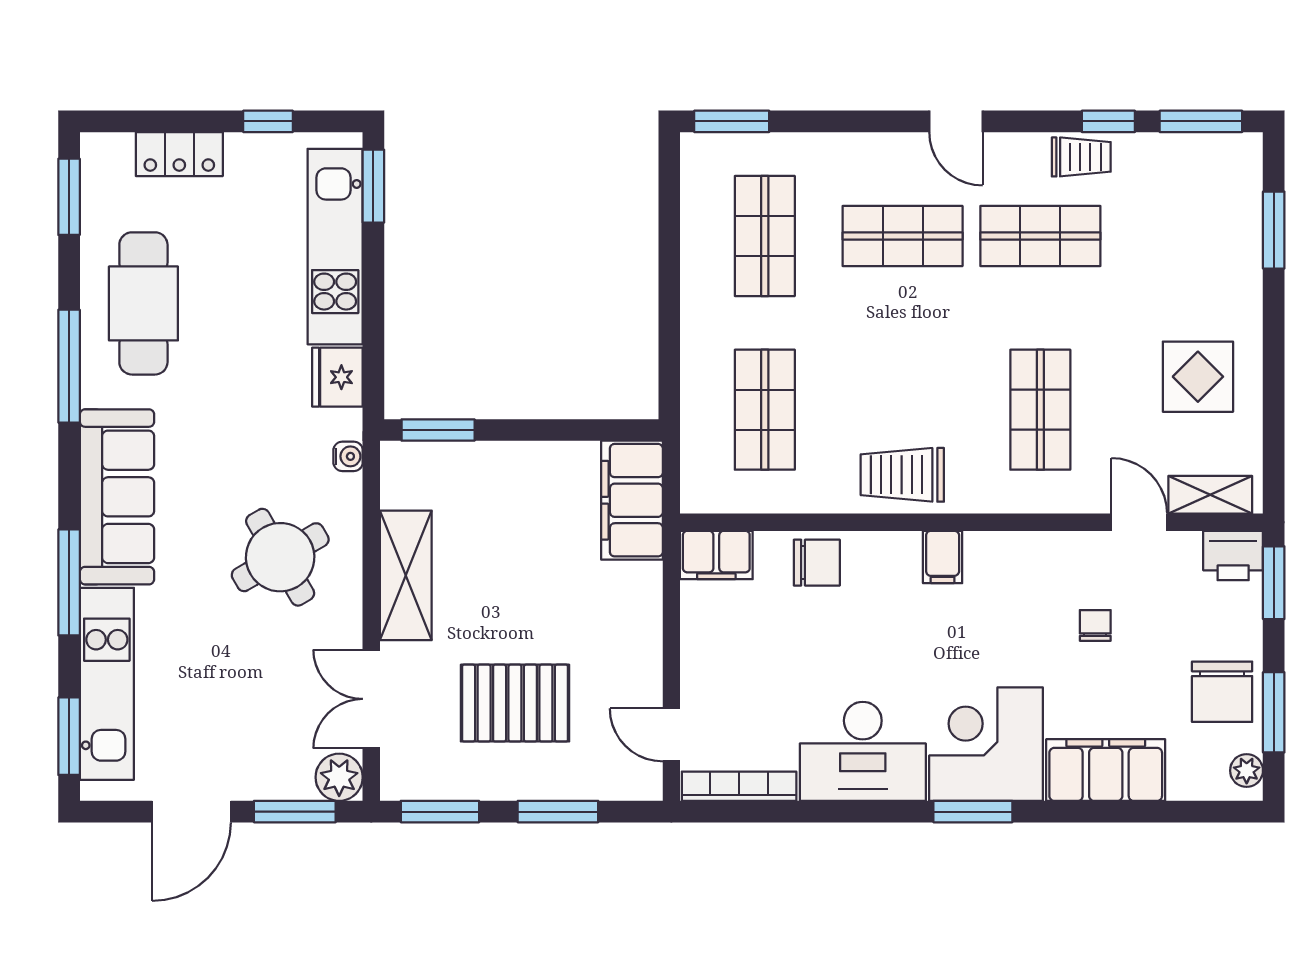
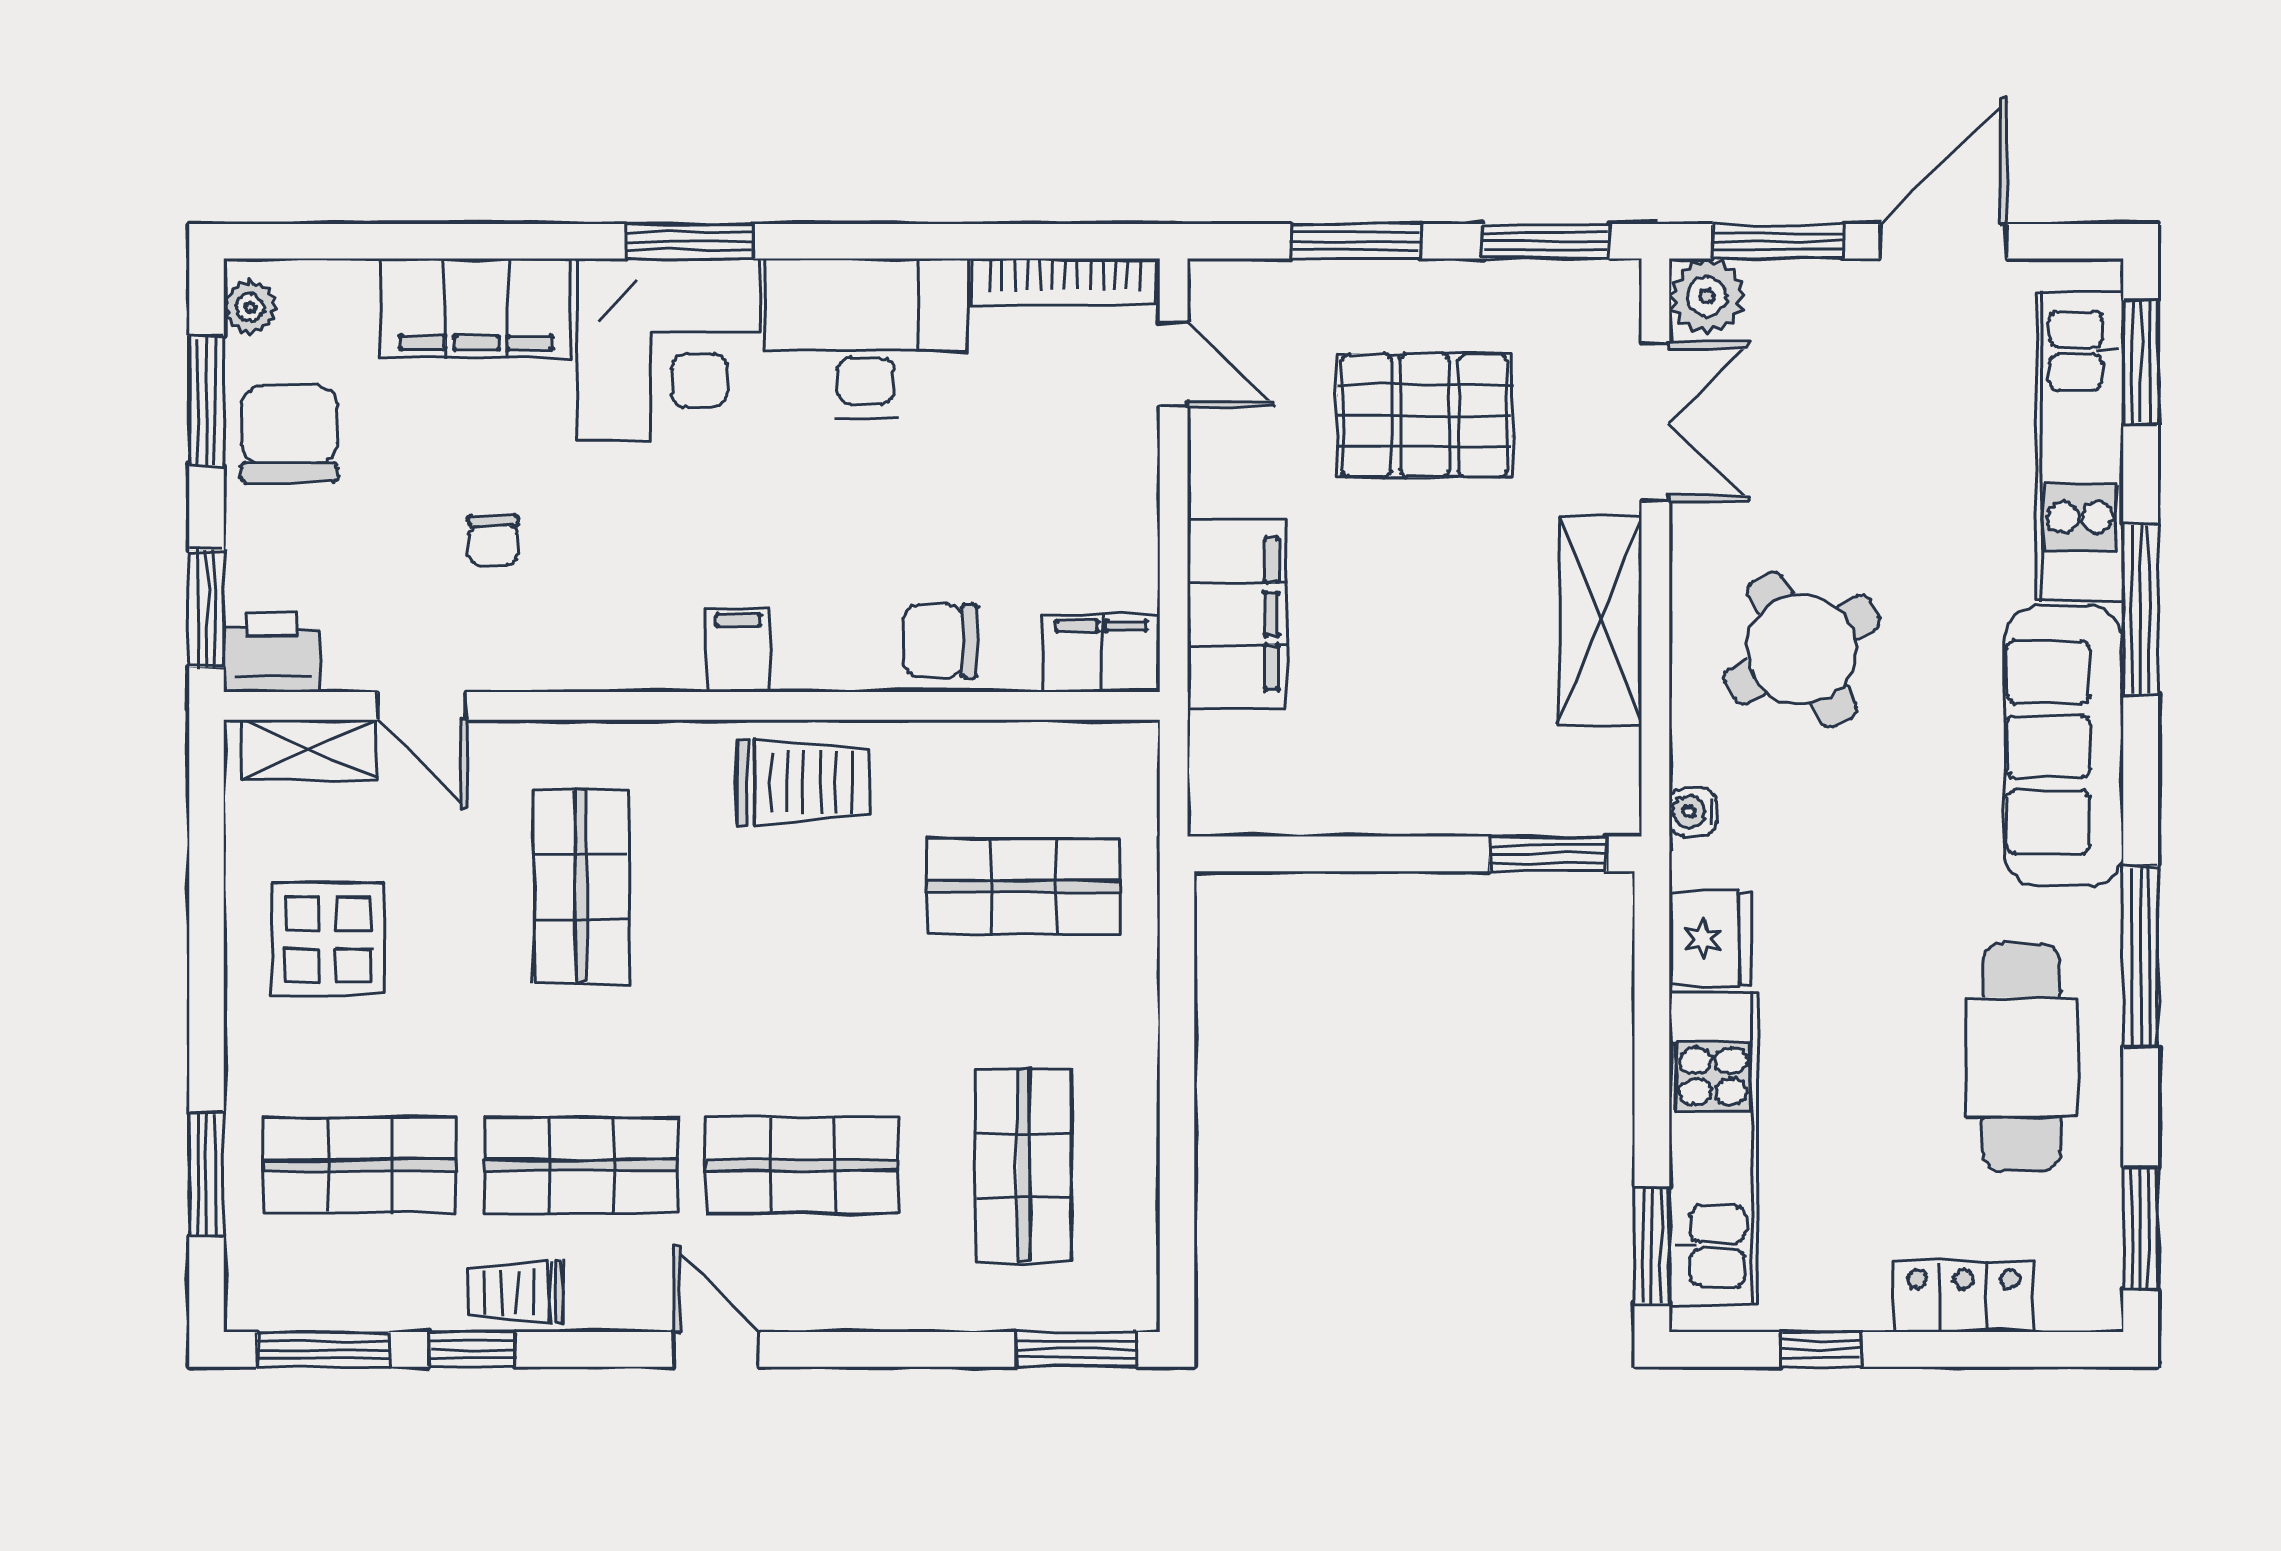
shop shelf: (1178, 236) -> (360, 1165), added
shop shelf: (765, 410) -> (1024, 886), turned 90
filing cabinet: (632, 500) -> (1237, 614), moved

